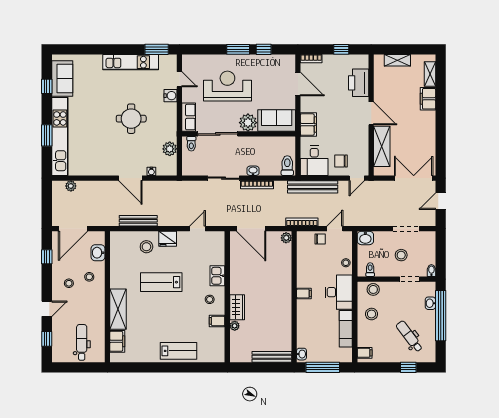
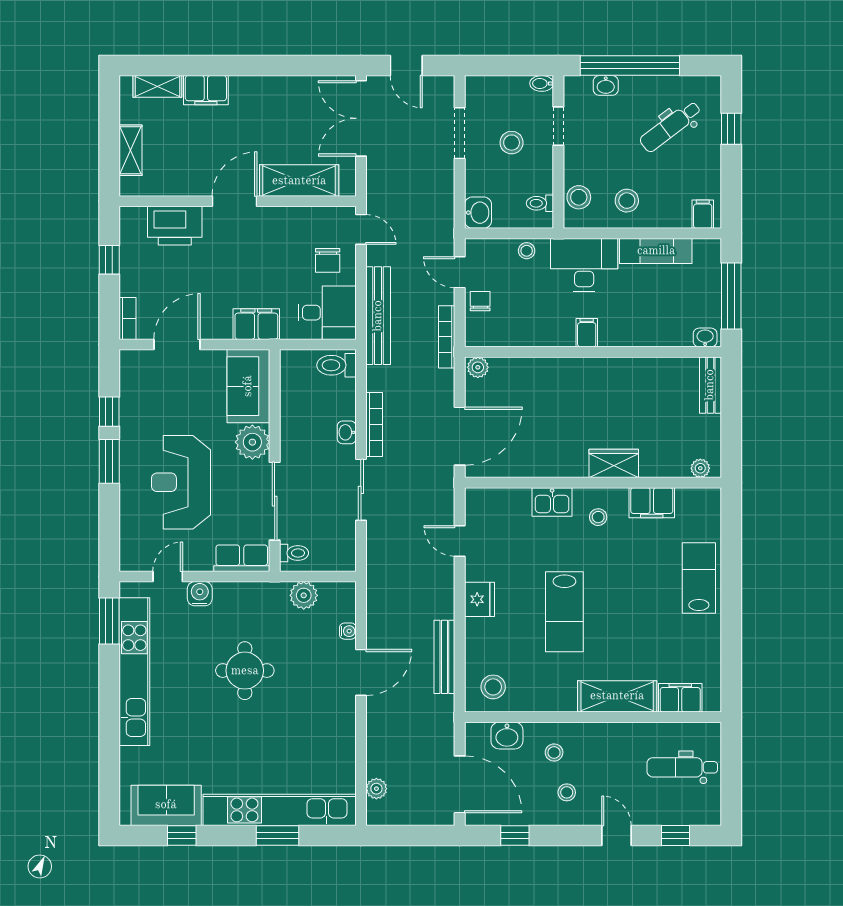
kitchen unit: (131, 62) -> (134, 672), width x1.36
stool: (146, 247) -> (493, 687), moved
filing cabinet: (217, 321) -> (652, 503), width x2.00
plant: (235, 326) -> (700, 468), moved
bench: (272, 357) -> (710, 385), width x0.73

